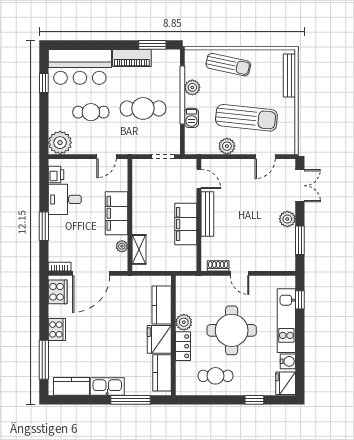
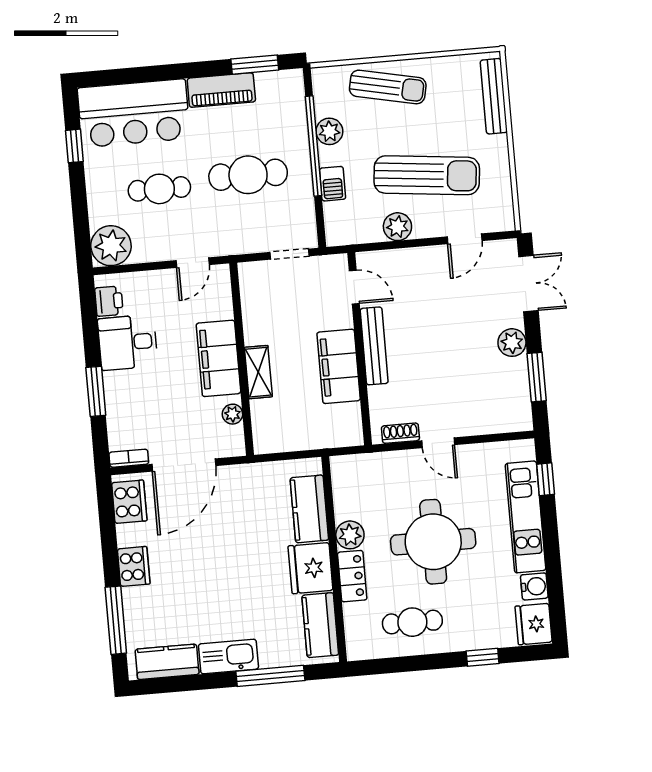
shelving: (139, 249) -> (258, 372), moved

